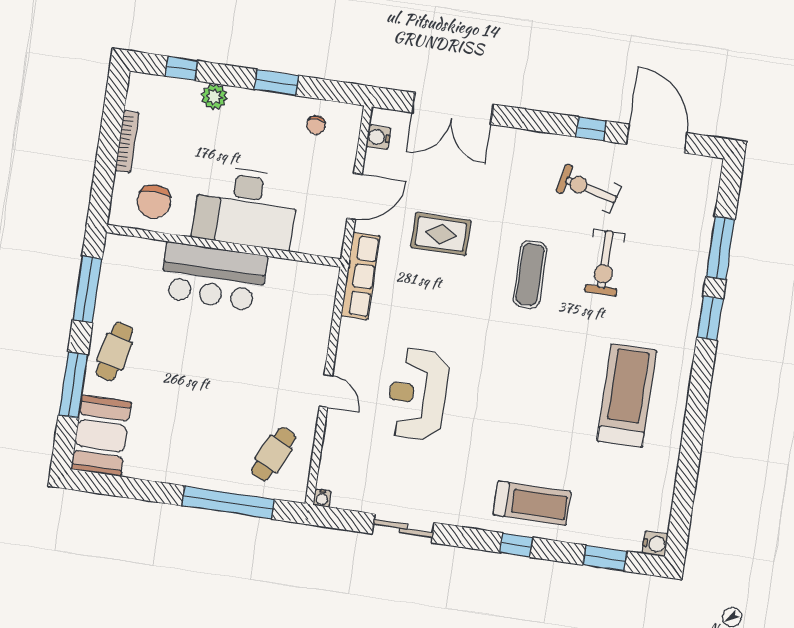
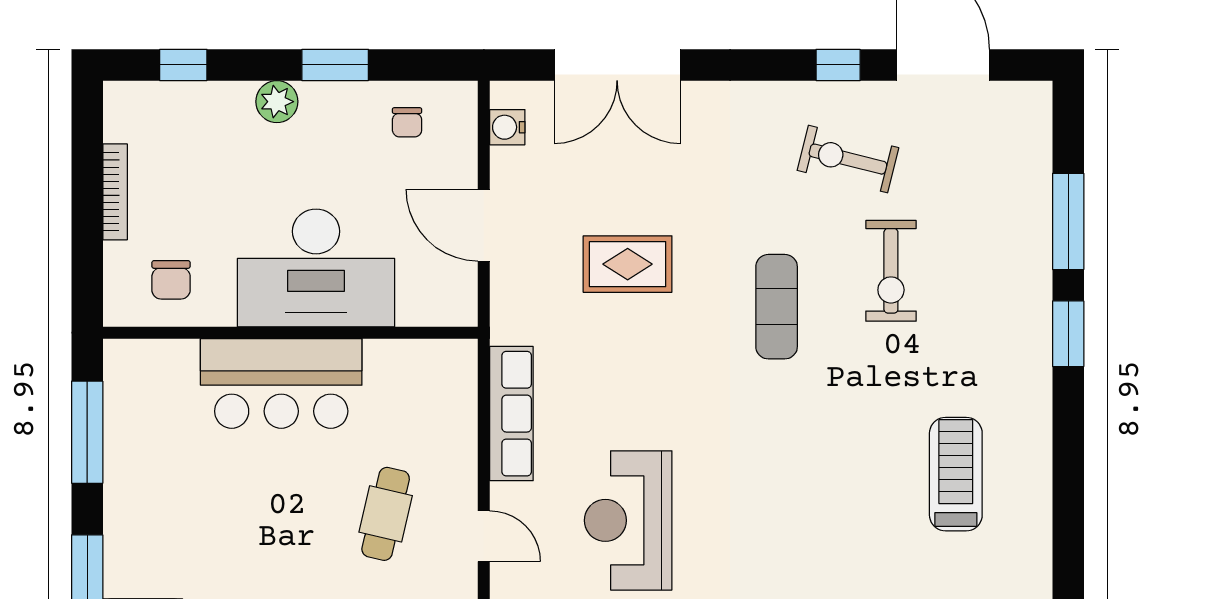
plant: (214, 97) -> (277, 102), moved
door: (355, 196) -> (484, 225), swing flipped
chair: (154, 202) -> (171, 280), width x0.73, depth x0.73
row of seats: (360, 276) -> (511, 414), moved
cafe table: (115, 352) -> (386, 514), moved
treadmill: (627, 396) -> (956, 474), width x0.73, depth x0.73

